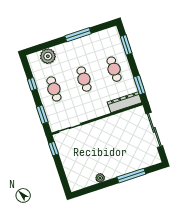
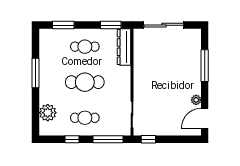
cafe table: (84, 79) -> (85, 82), width x1.37, depth x1.35
window: (42, 114) -> (108, 139), width x1.44
door: (87, 190) -> (205, 118), added

